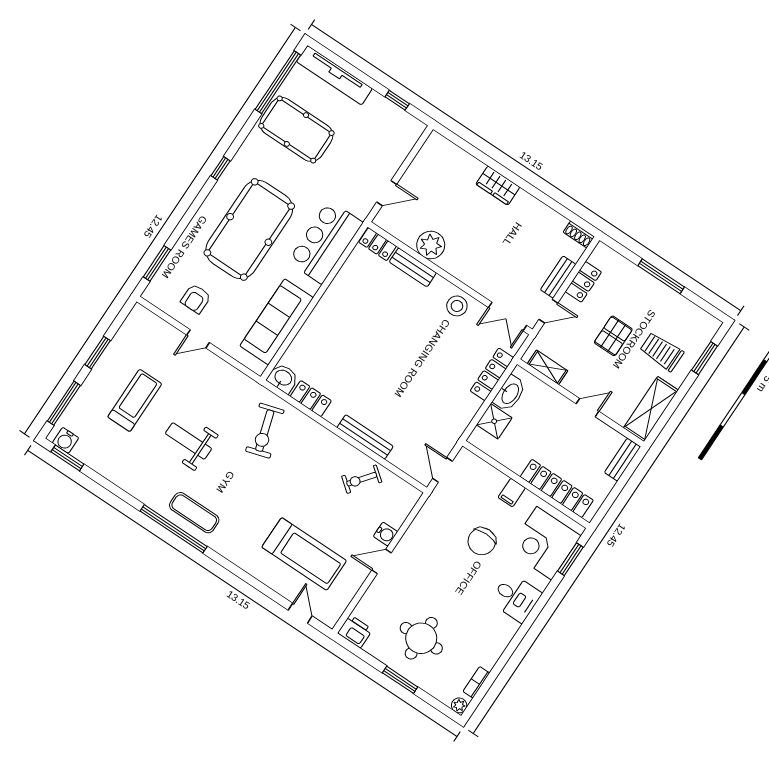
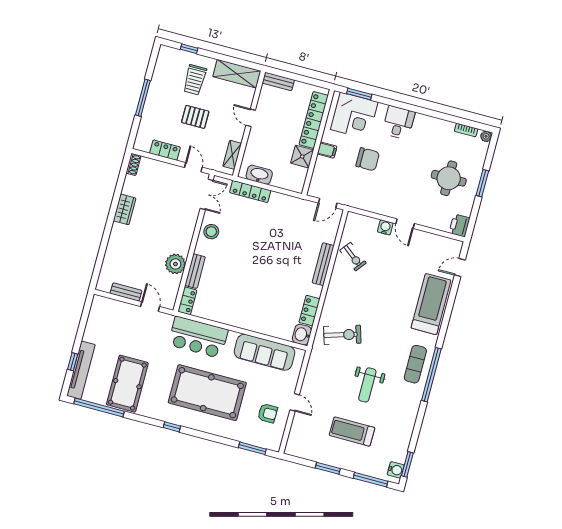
window: (397, 100) -> (73, 362), moved
wardrobe: (498, 186) -> (125, 209), moved
bench: (558, 277) -> (126, 292), moved
window: (705, 358) -> (189, 49), width x0.67
shower: (494, 421) -> (302, 157), moved
treadmill: (304, 554) -> (431, 304), moved

